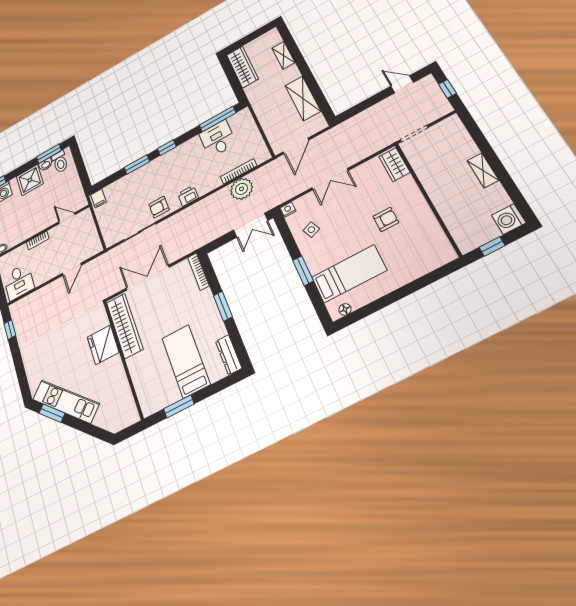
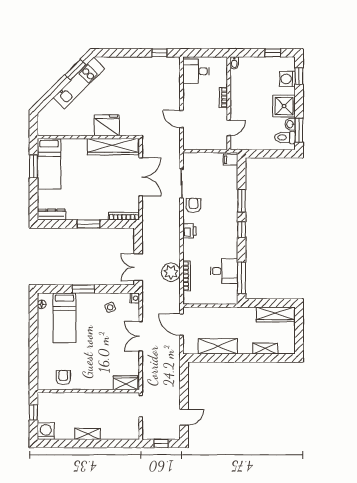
armchair: (386, 219) -> (63, 377), moved, turned 180
bed: (186, 361) -> (49, 164), moved, turned 90

